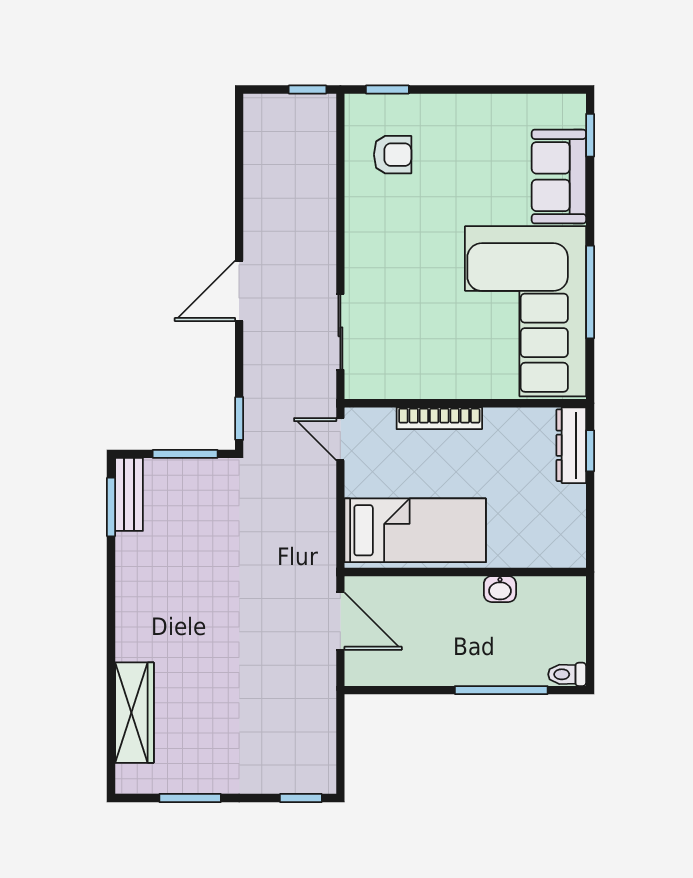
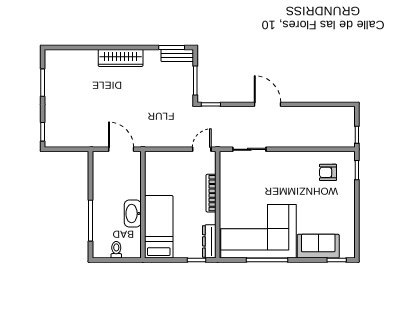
armchair: (393, 155) -> (328, 172), turned 90
dresser: (571, 445) -> (209, 241), moved, turned -90
bed: (415, 530) -> (159, 227), moved, turned 180
washbasin: (500, 589) -> (133, 214), width x1.91, depth x1.45
door: (340, 621) -> (121, 149), swing flipped
toilet: (567, 674) -> (116, 250), moved
wardrobe: (134, 713) -> (121, 58), moved

